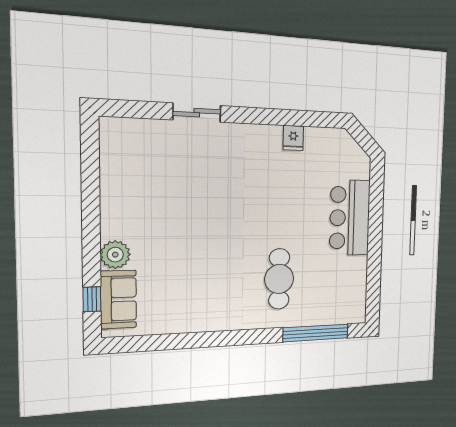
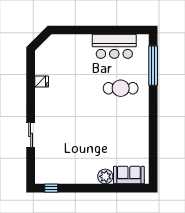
bar counter: (350, 218) -> (114, 46), moved
window: (92, 299) -> (51, 188), moved

